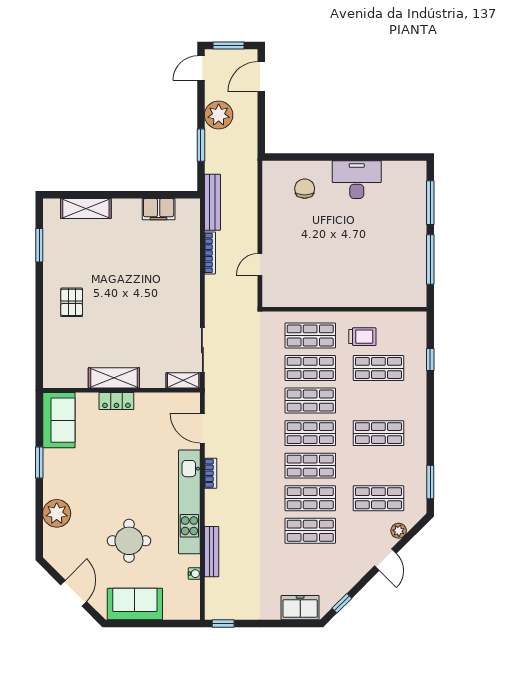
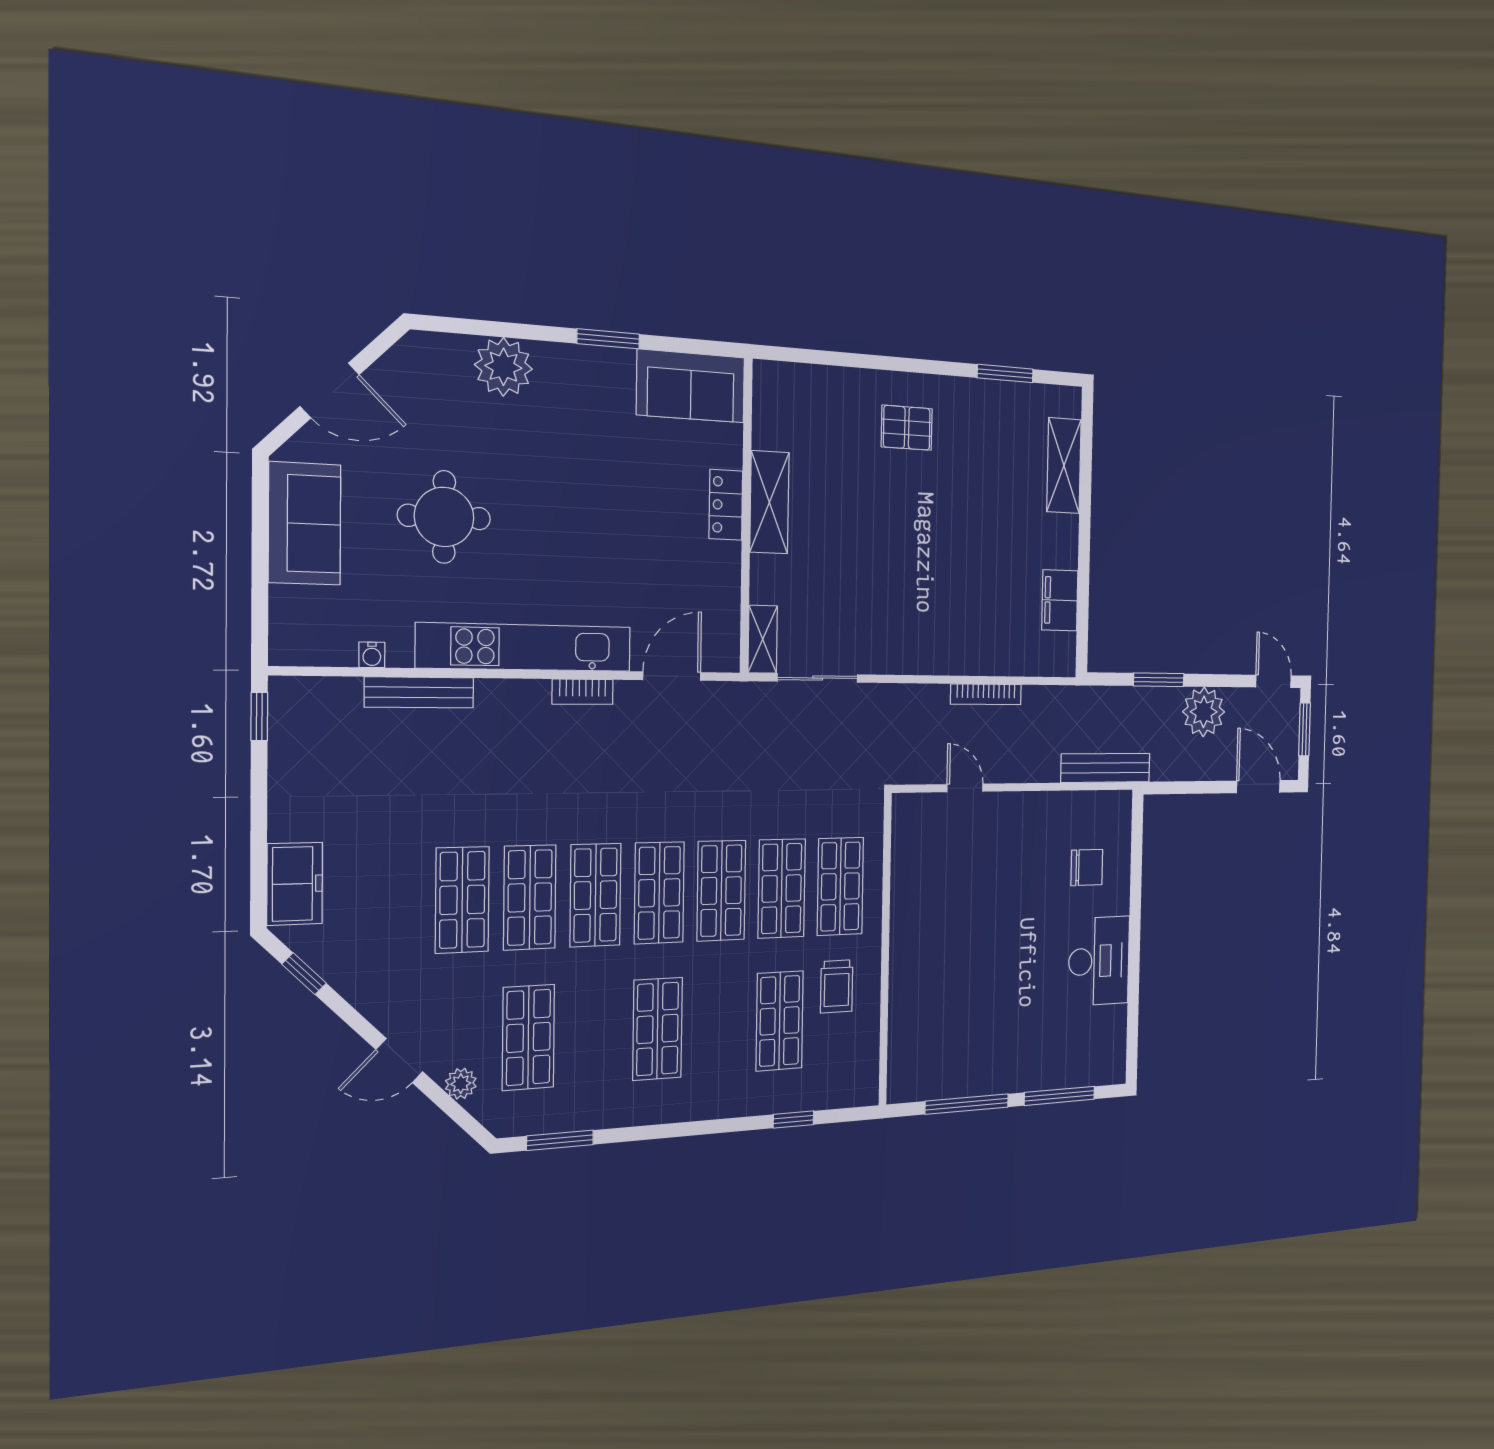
bench: (212, 202) -> (1106, 768), moved

